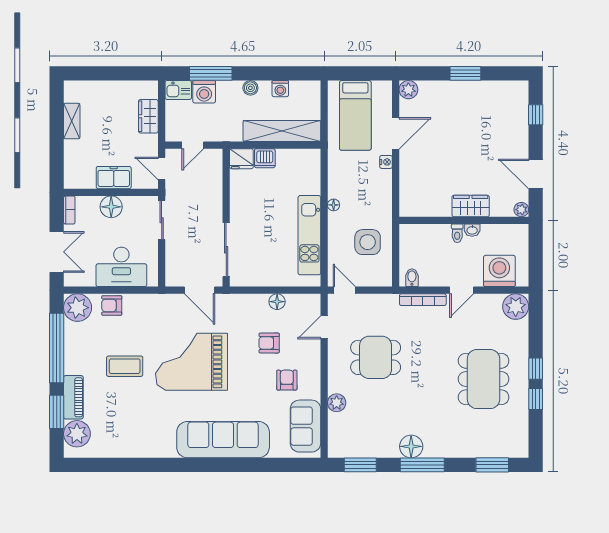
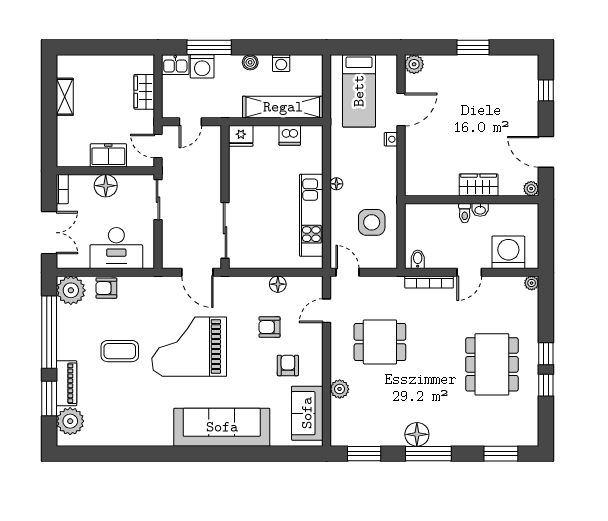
dishwasher: (265, 158) -> (290, 135), moved
plant: (516, 307) -> (532, 283), width x0.53, depth x0.53

